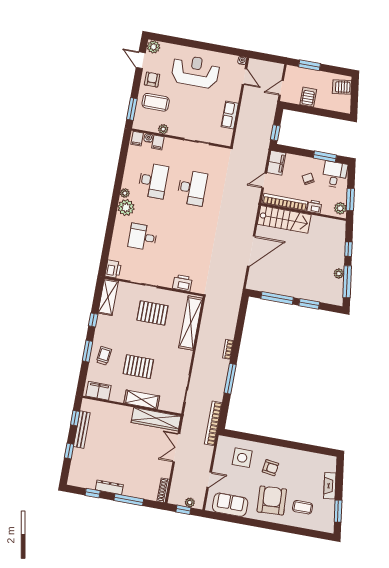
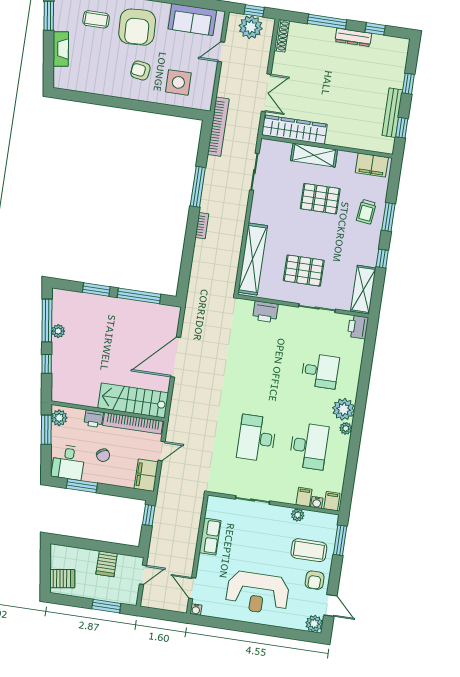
desk: (153, 181) -> (309, 446), turned 180
plant: (190, 502) -> (251, 27), width x1.87, depth x1.87

